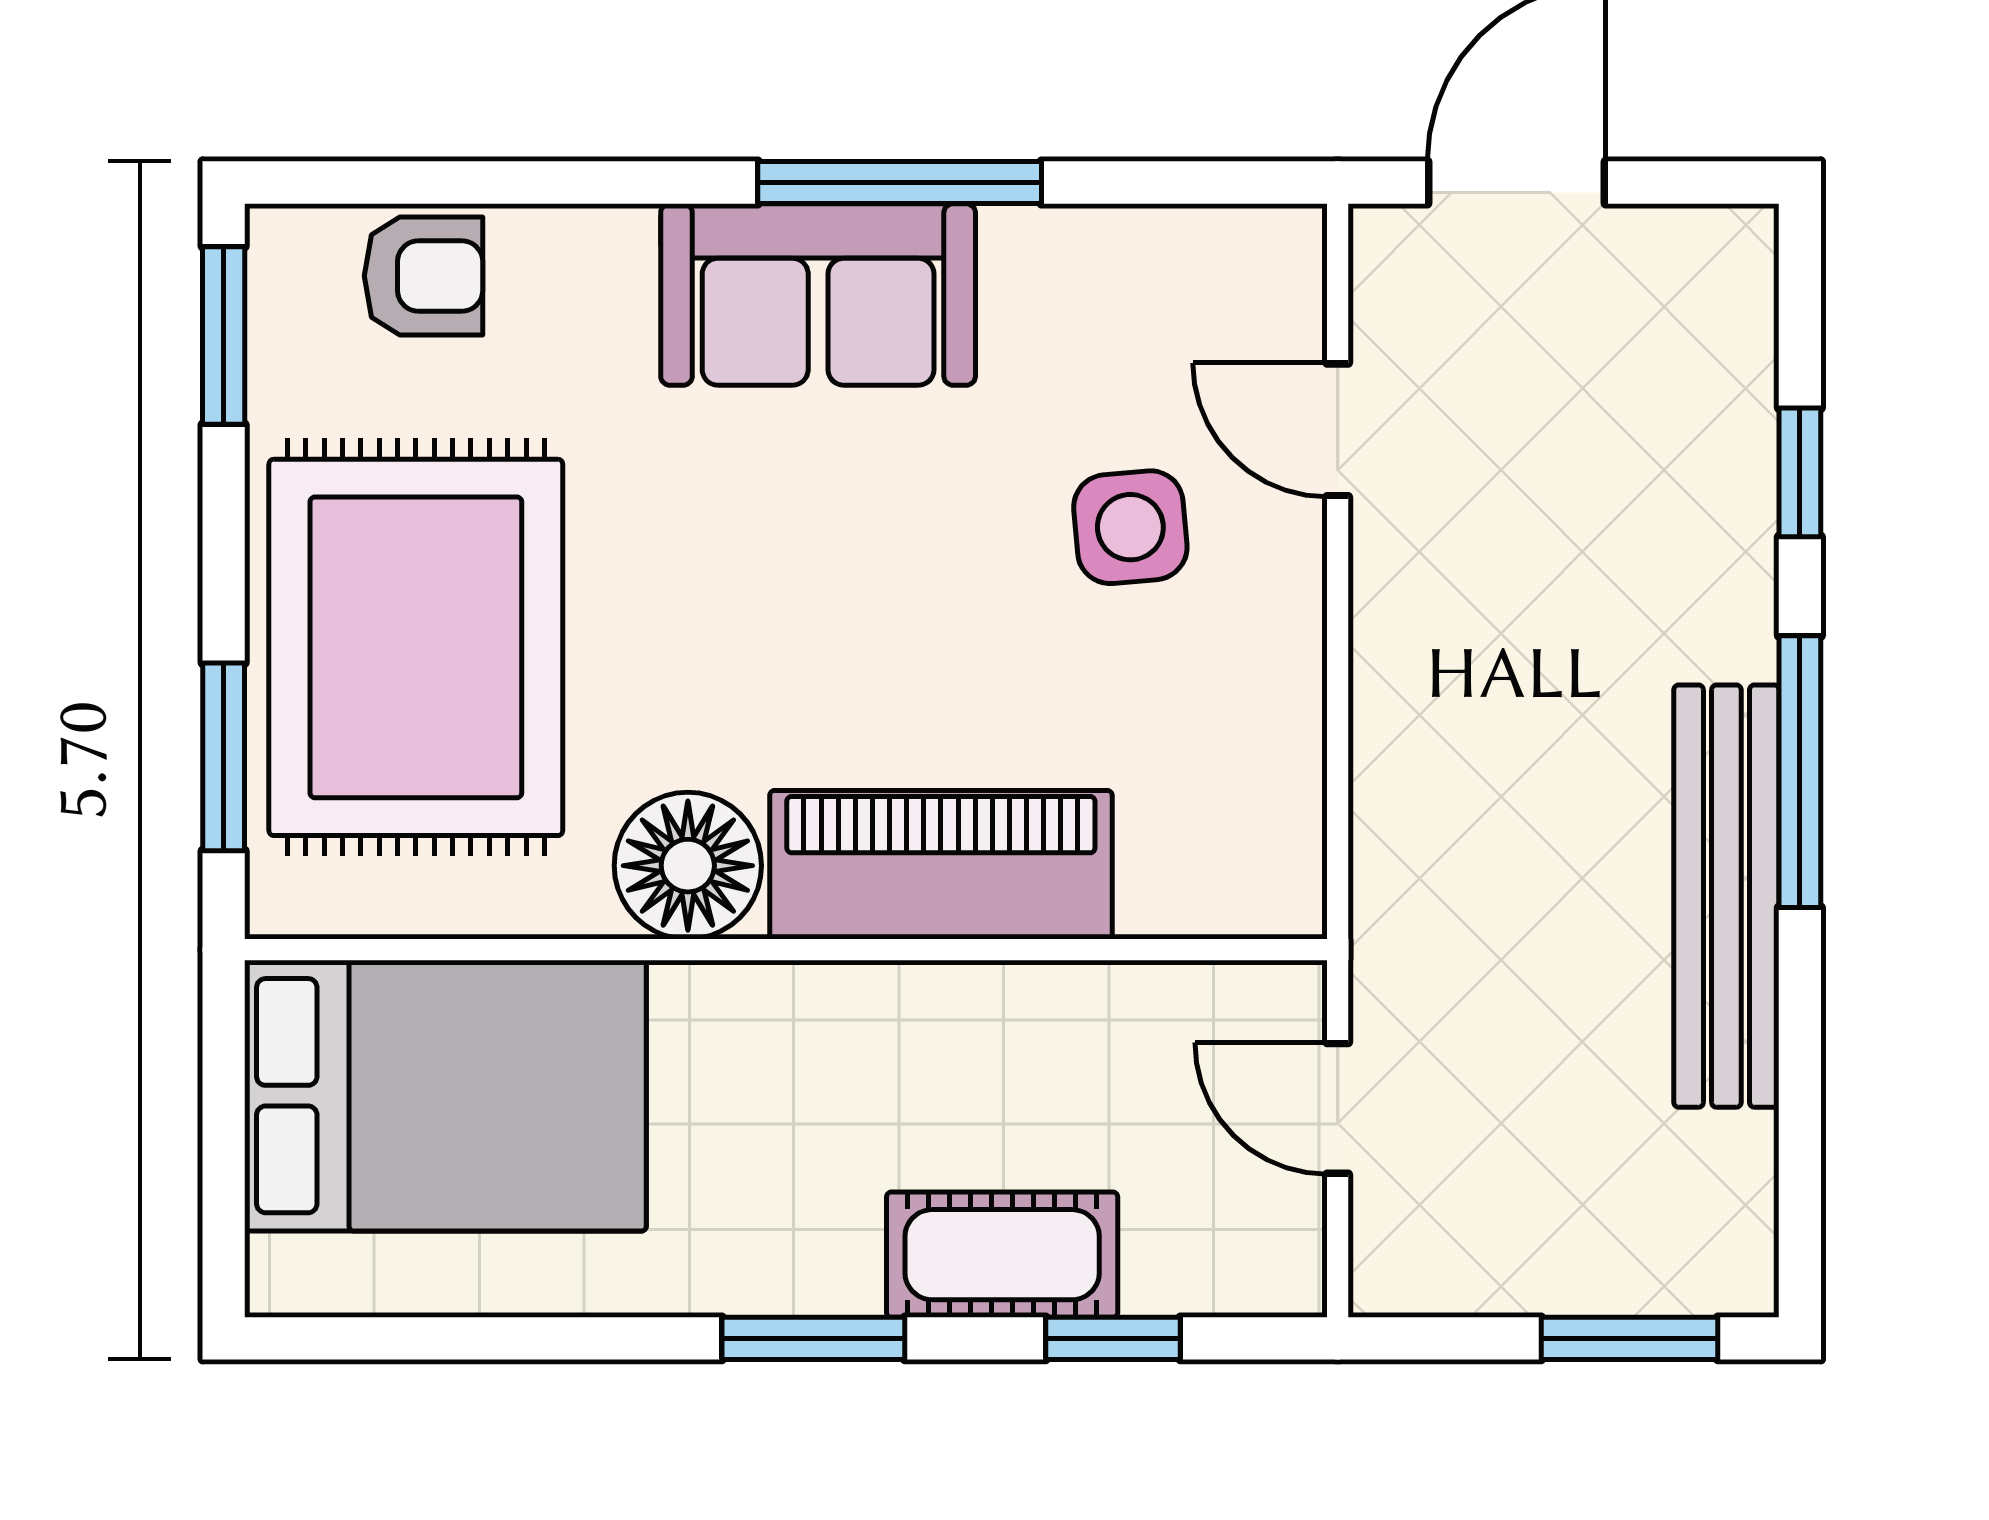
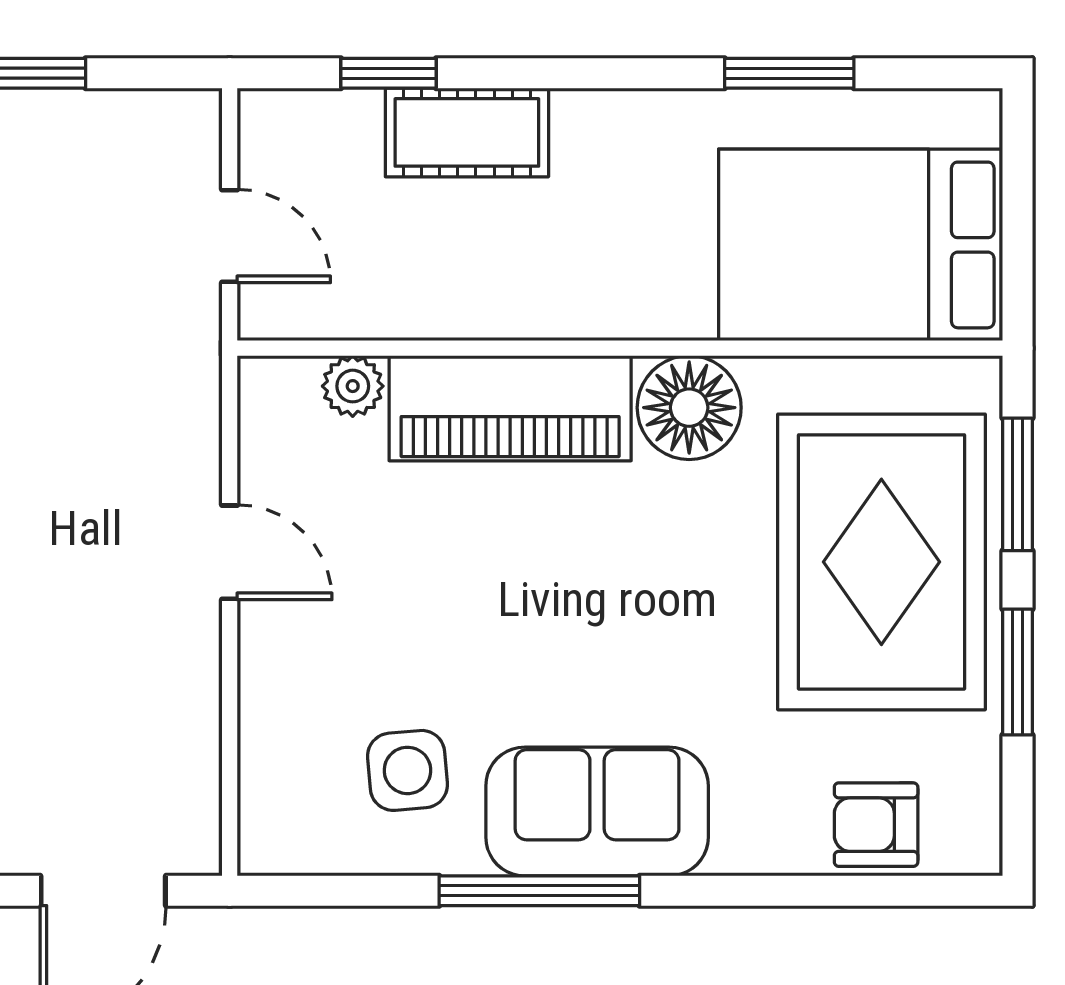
window: (224, 335) -> (1017, 672), moved
door: (1338, 430) -> (230, 552), moved
side table: (1130, 527) -> (408, 770), moved
plant: (1164, 896) -> (353, 386), added
window: (813, 1338) -> (789, 73), moved

